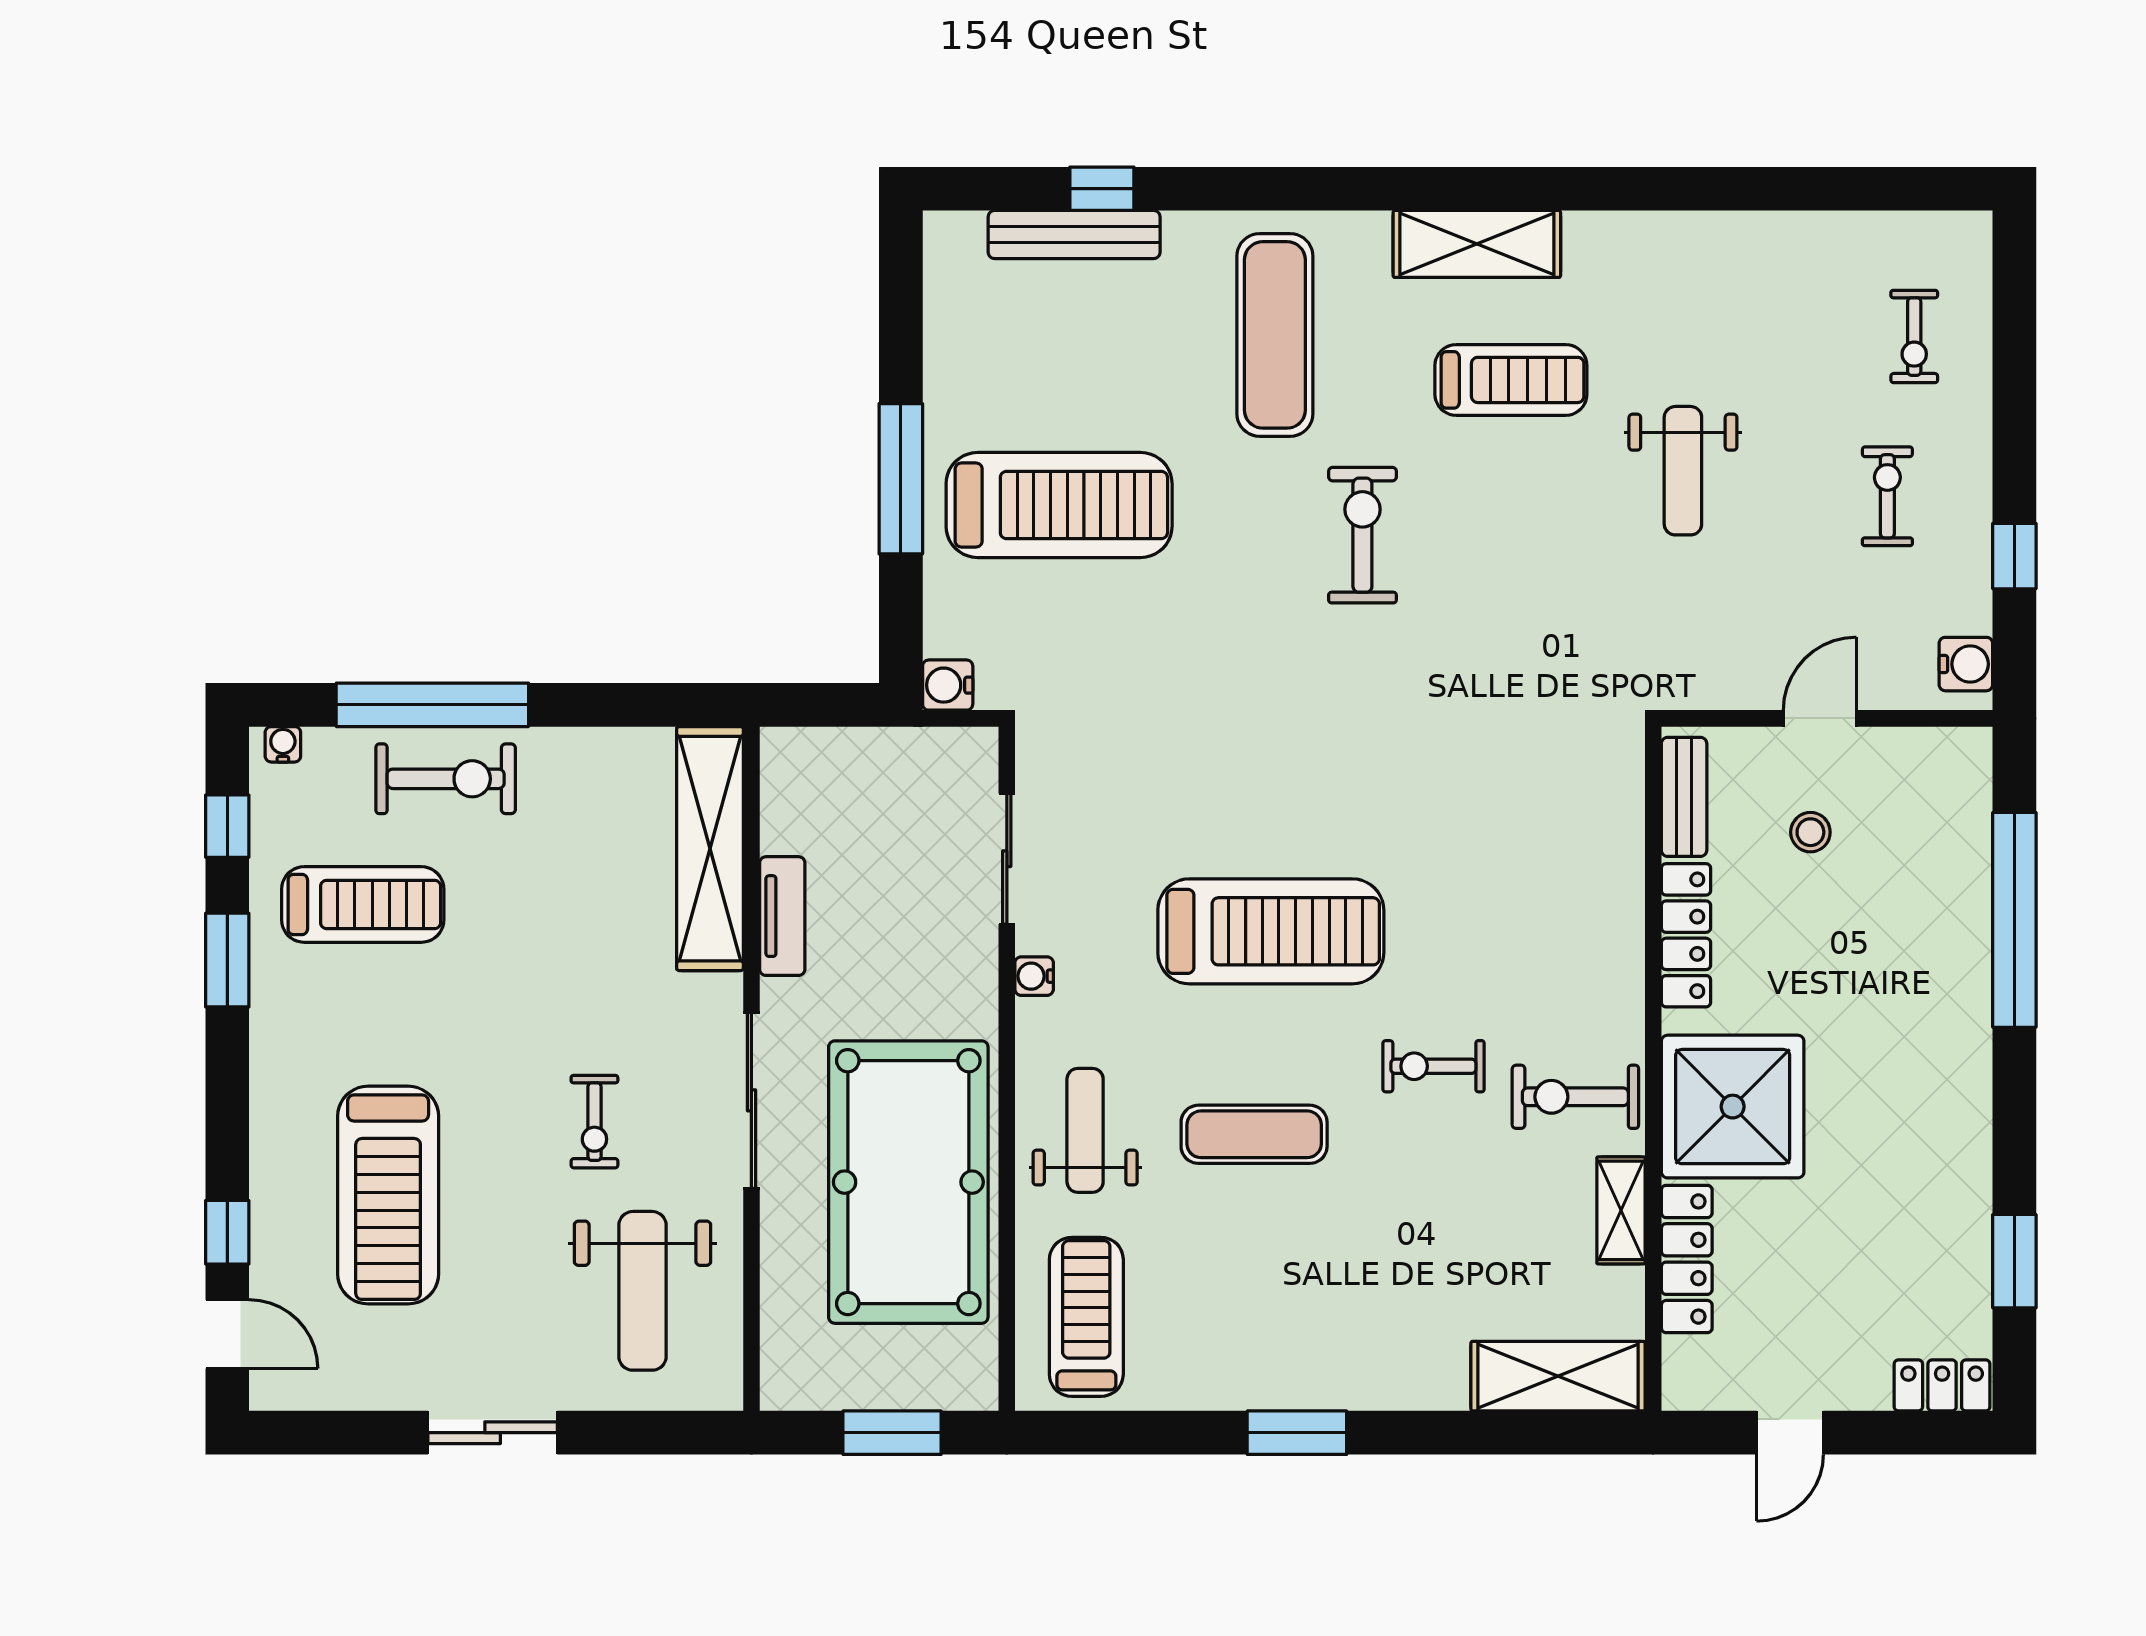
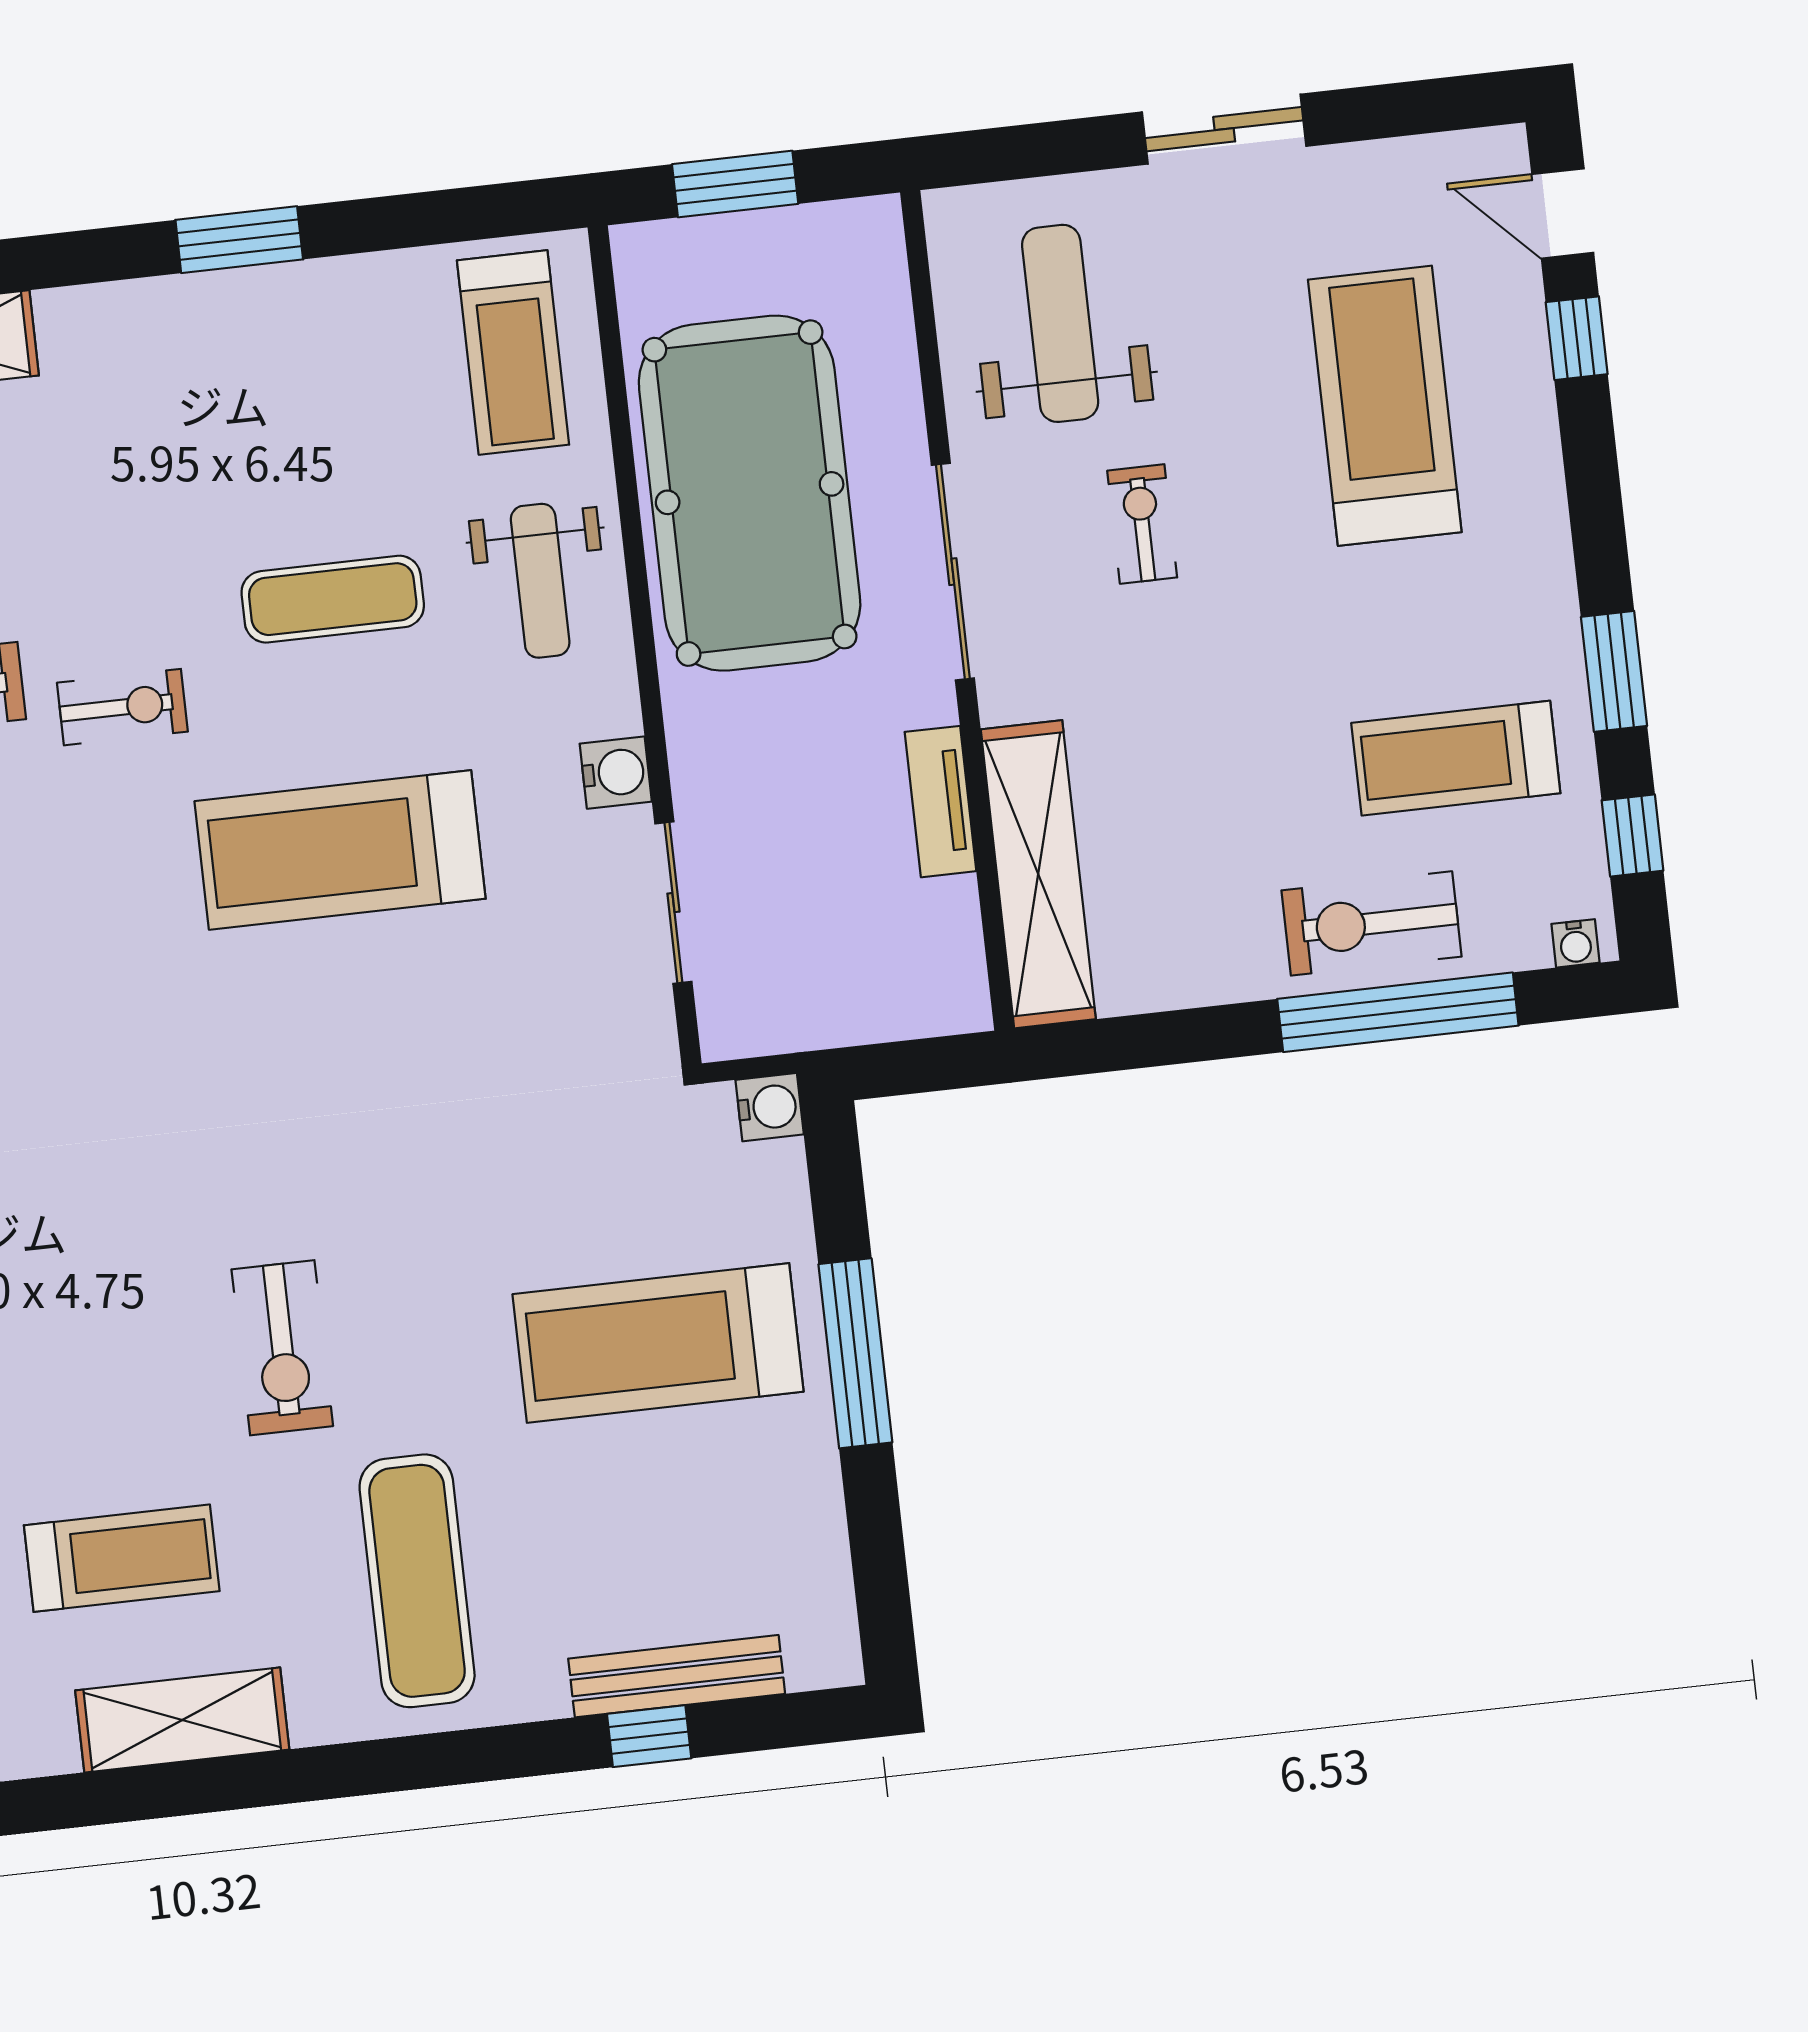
treadmill: (1511, 380) -> (122, 1558), turned 180
water cooler: (1034, 976) -> (616, 773), width x1.38, depth x1.38

